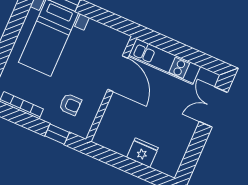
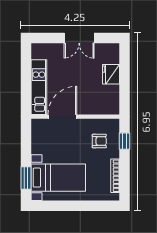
armchair: (70, 104) -> (99, 141), turned 90
double door: (213, 107) -> (79, 38), moved

